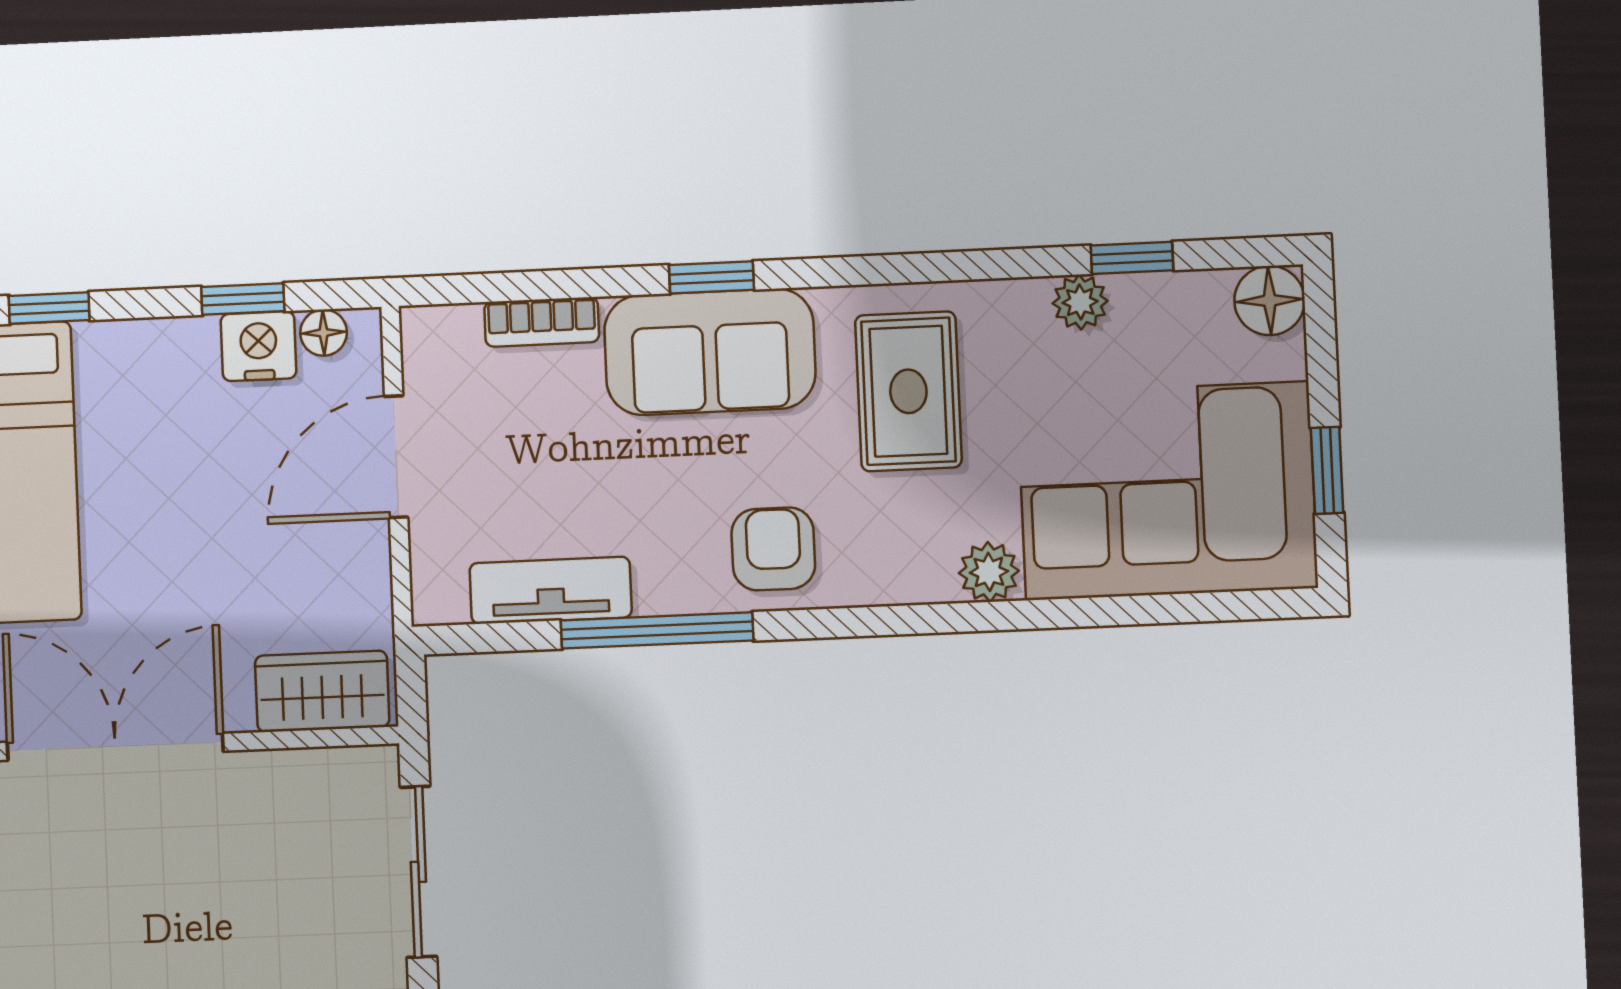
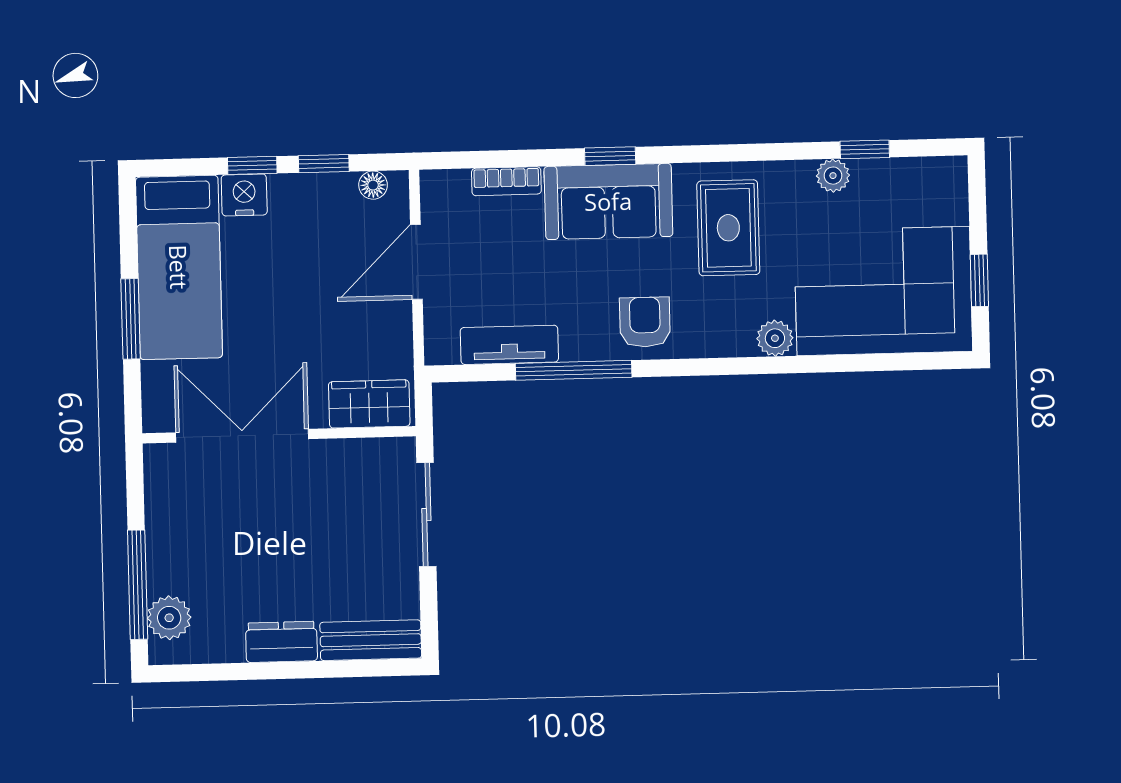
floor lamp: (1270, 300) -> (947, 177), removed
window: (49, 308) -> (252, 165), moved
nightstand: (259, 346) -> (244, 195), moved

